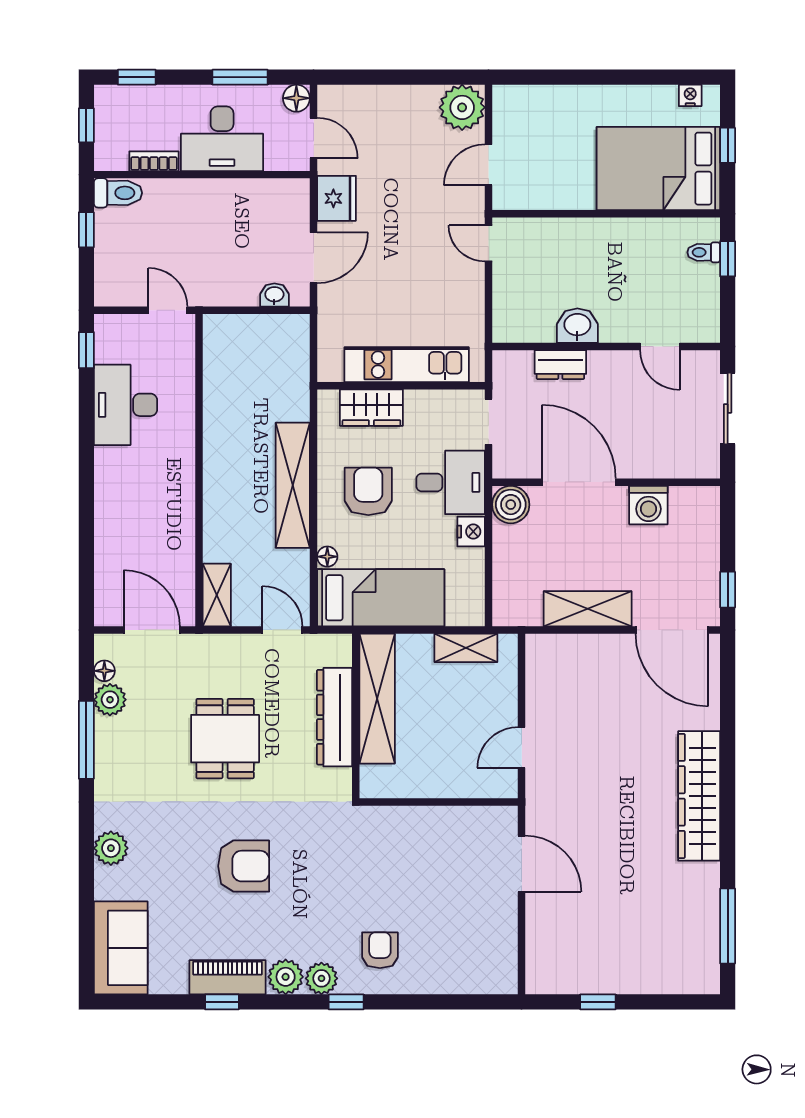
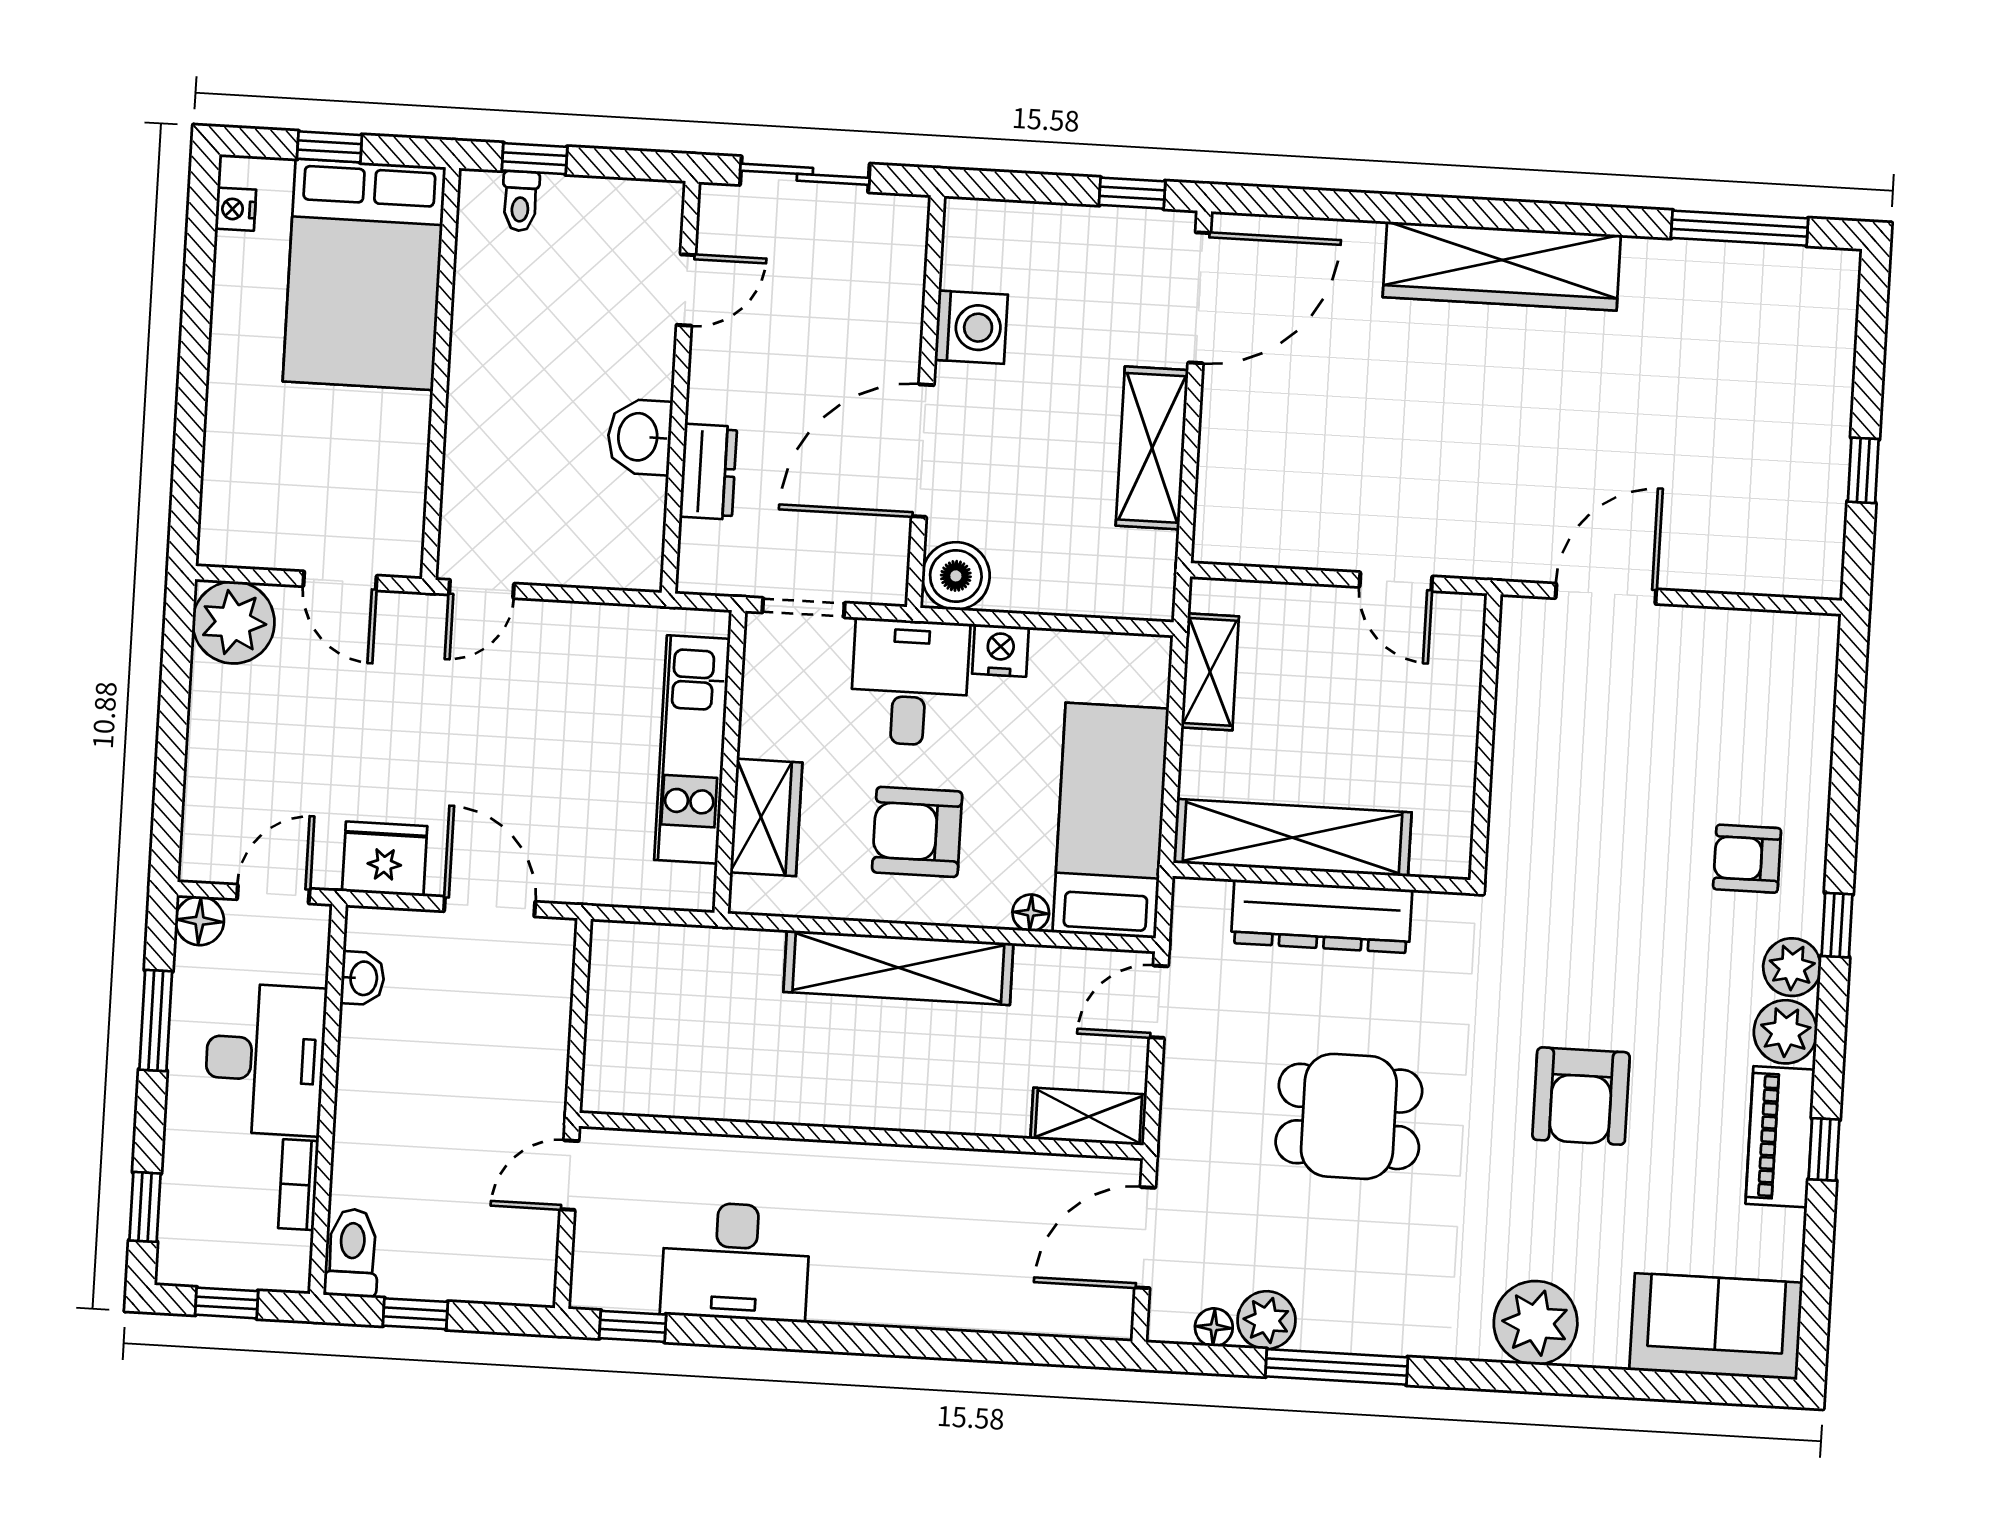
washbasin: (274, 295) -> (362, 978), moved, turned 180
plant: (111, 848) -> (1536, 1323), width x1.36, depth x1.36
armchair: (244, 866) -> (1581, 1096), turned 180

